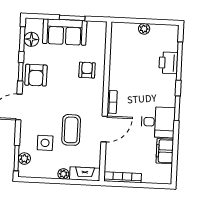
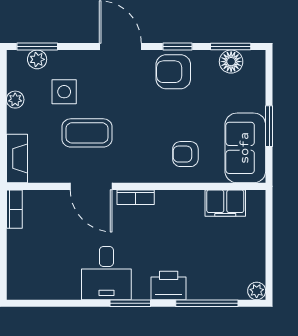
plant: (144, 29) -> (257, 291), moved
sofa: (65, 32) -> (245, 148), moved
printer: (168, 63) -> (169, 285), moved
armchair: (87, 70) -> (185, 154), turned 180
filing cabinet: (165, 151) -> (225, 203), moved, turned 180
plant: (63, 174) -> (15, 100), moved
bookcase: (123, 177) -> (14, 209), width x0.64

